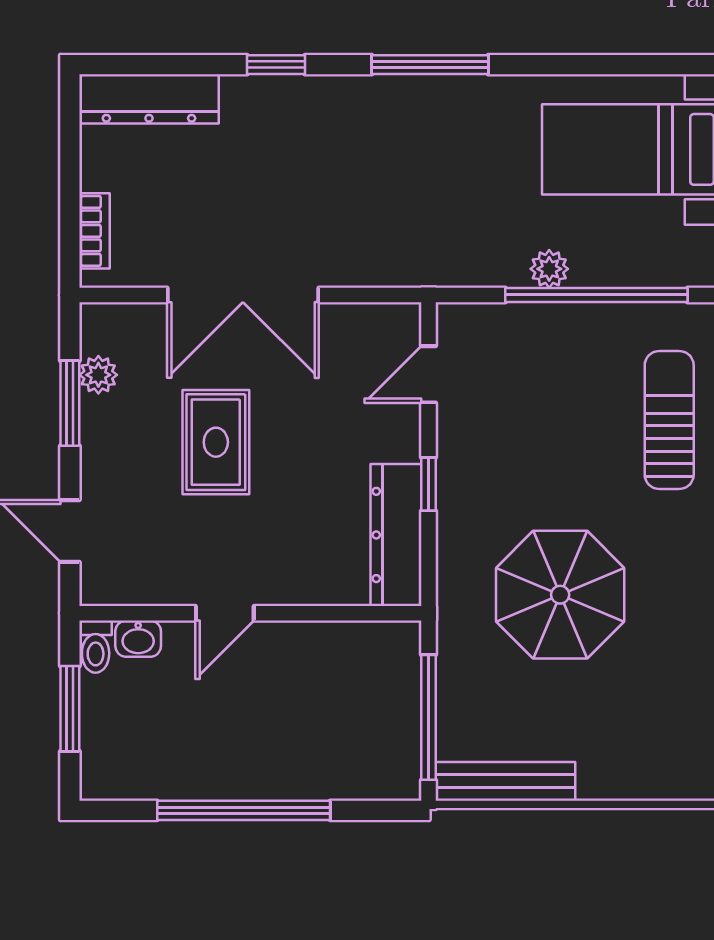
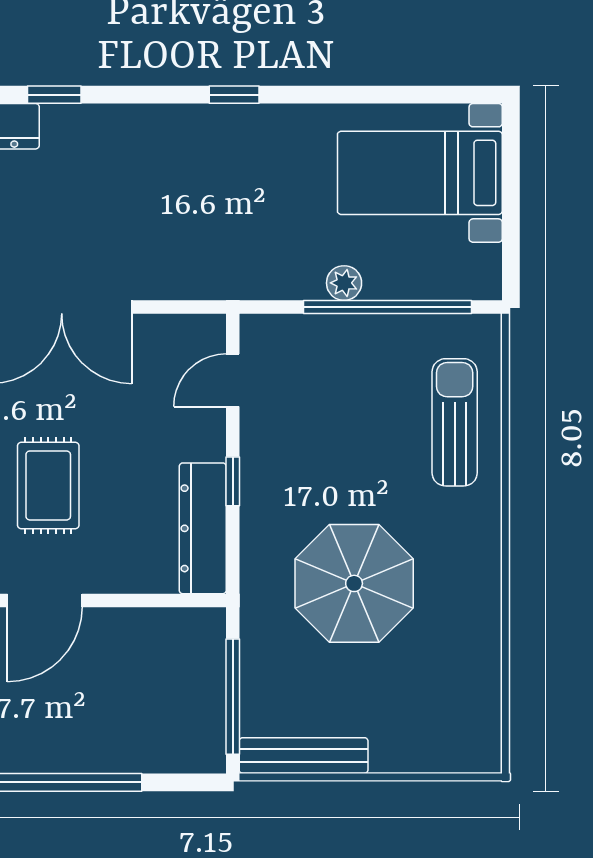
window: (276, 65) -> (54, 95), moved
window: (430, 65) -> (234, 95), width x0.46
rug: (216, 442) -> (48, 485), moved
door: (225, 613) -> (45, 601), width x1.38

